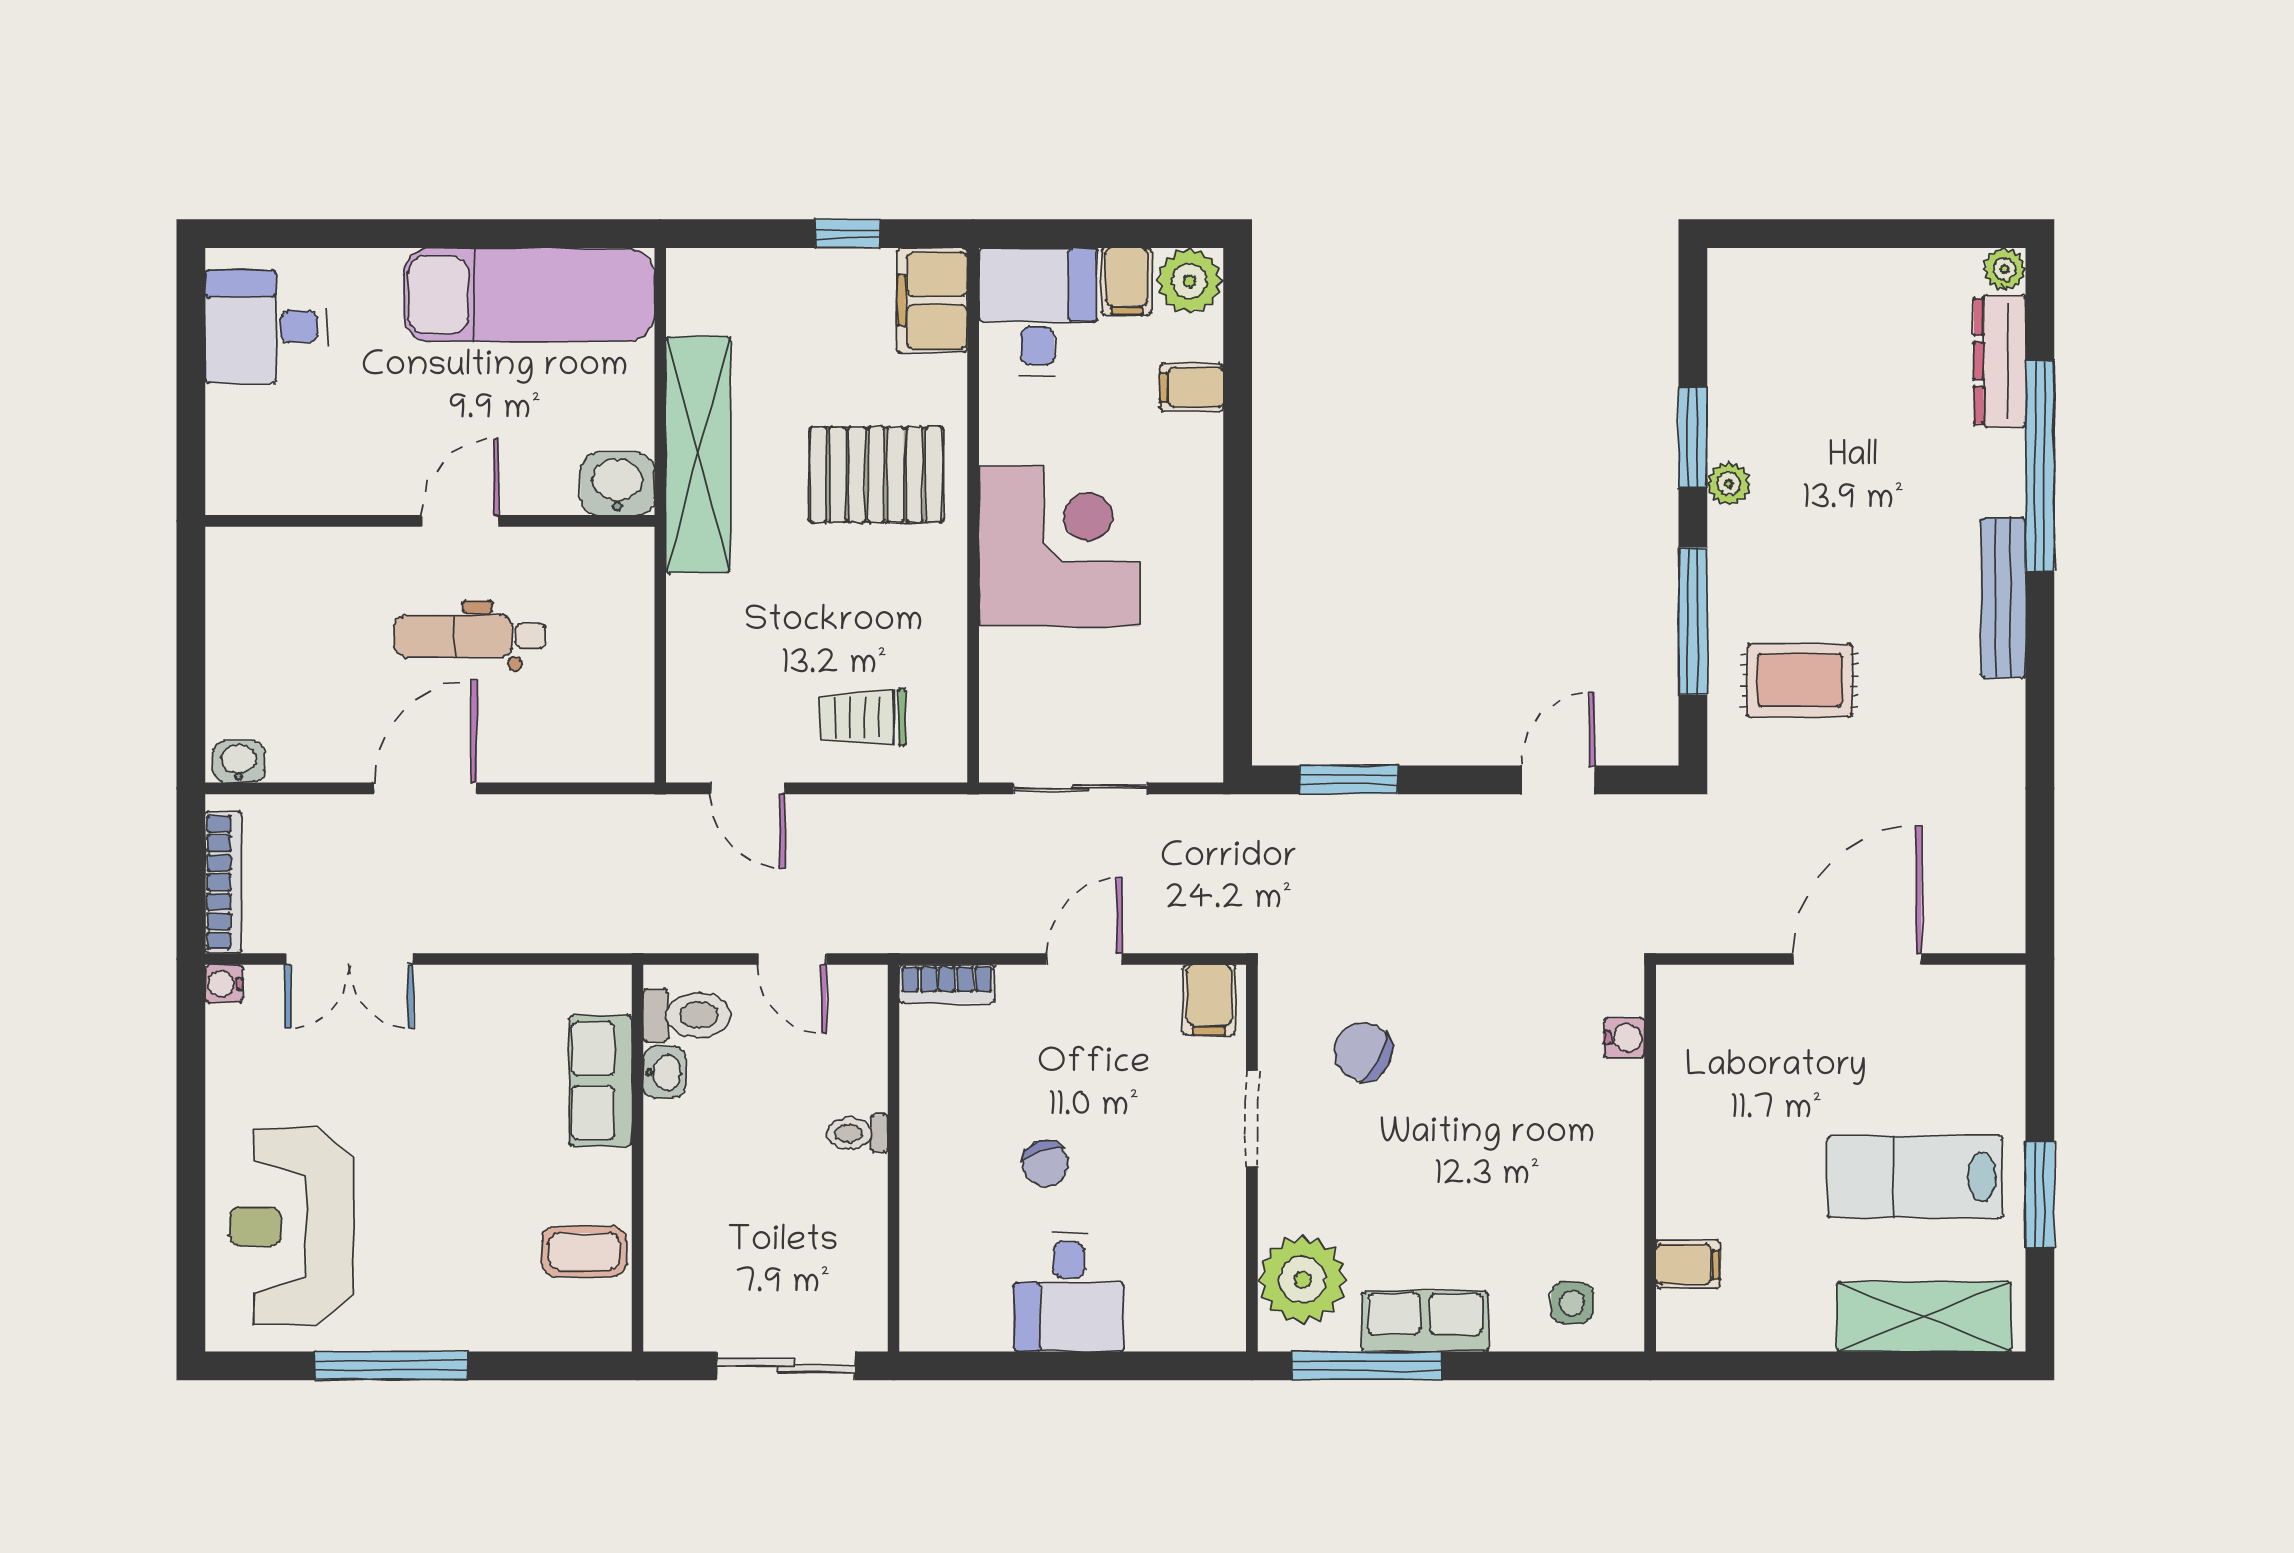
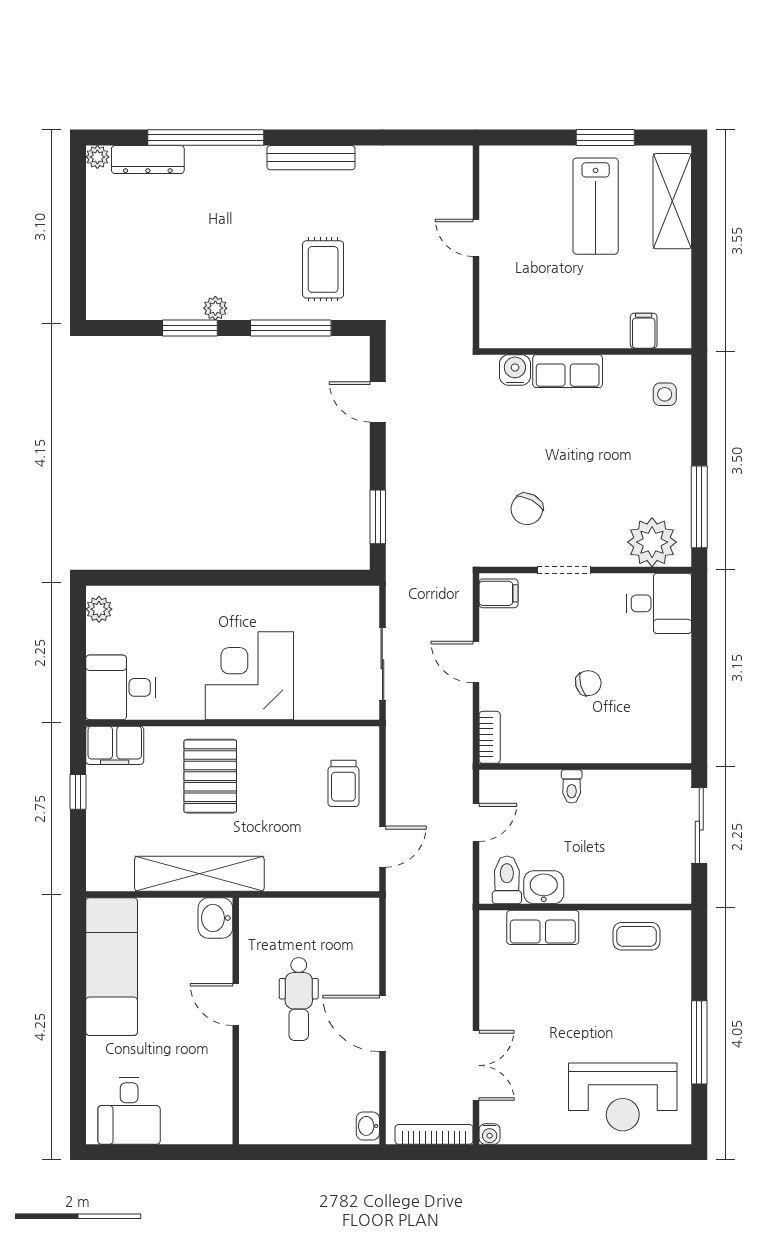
filing cabinet: (1127, 281) -> (104, 639), removed
plant: (1189, 281) -> (99, 609), width x0.73, depth x0.73
filing cabinet: (1192, 387) -> (162, 603), removed
bench: (2003, 598) -> (311, 158), moved
door: (1857, 959) -> (476, 238), width x0.53
water cooler: (1624, 1038) -> (515, 370), width x1.38, depth x1.38
washbasin: (664, 1072) -> (544, 887), width x1.38, depth x1.45
coffee table: (584, 1251) -> (637, 936), turned 90
desk: (1069, 1292) -> (659, 603), moved
row of seats: (1425, 1321) -> (568, 371), moved, turned -90

